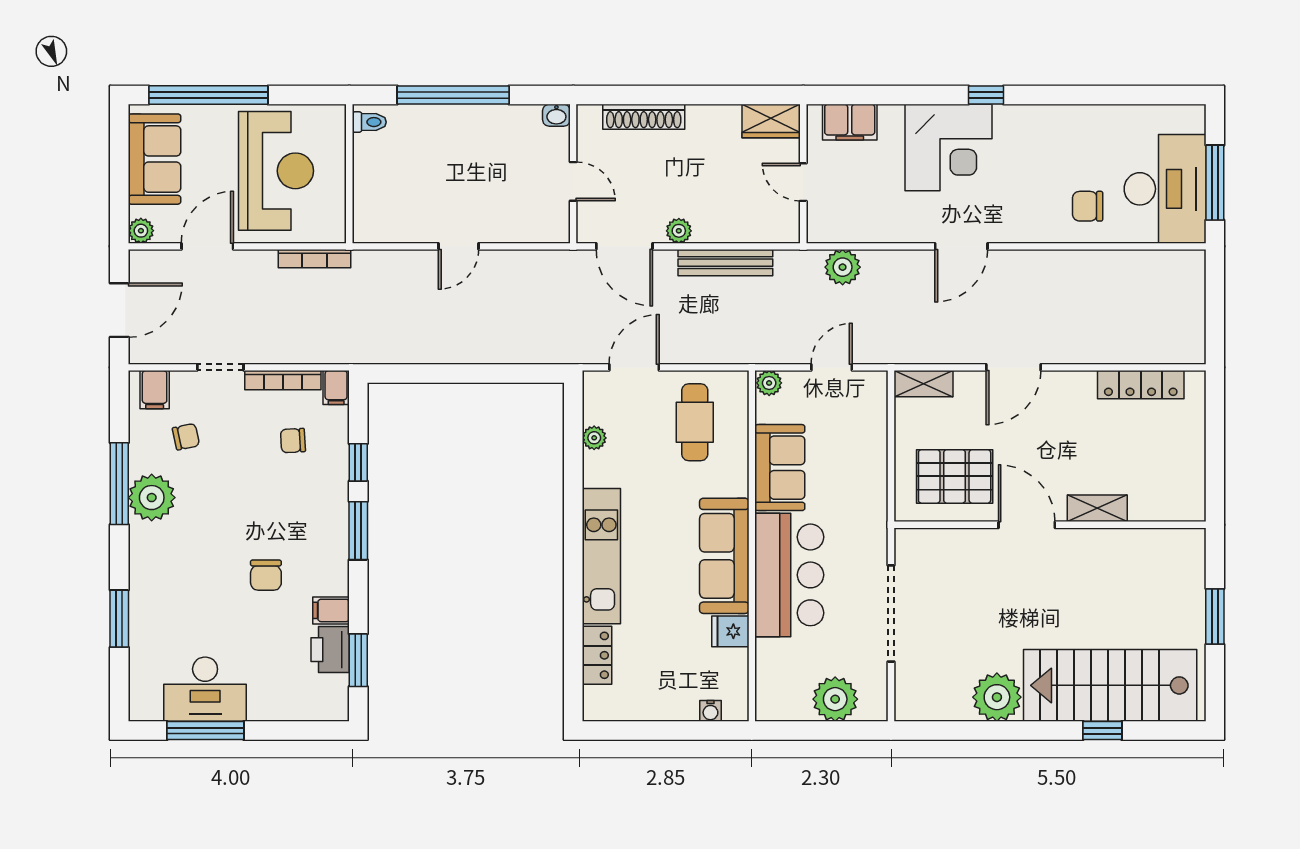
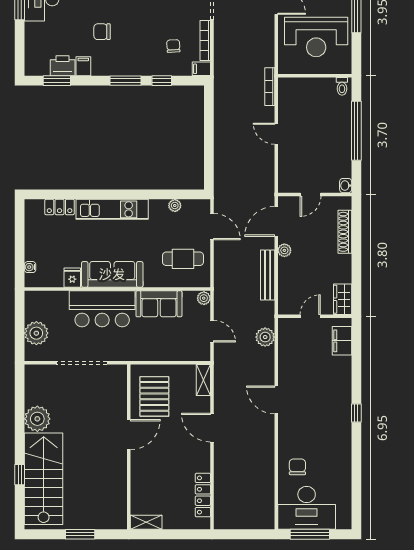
corner desk: (949, 147) -> (329, 393), removed
bookcase: (315, 259) -> (270, 87), moved
shelving: (1097, 508) -> (146, 522), moved, turned 90

